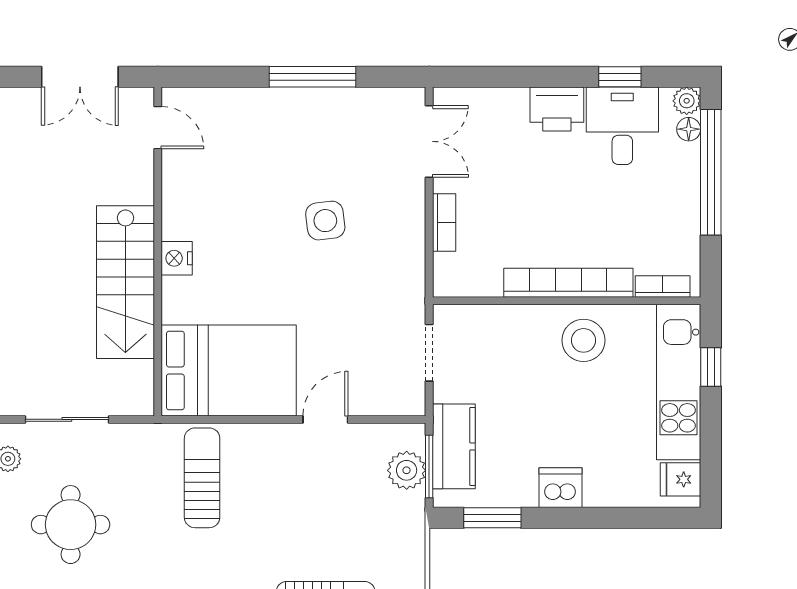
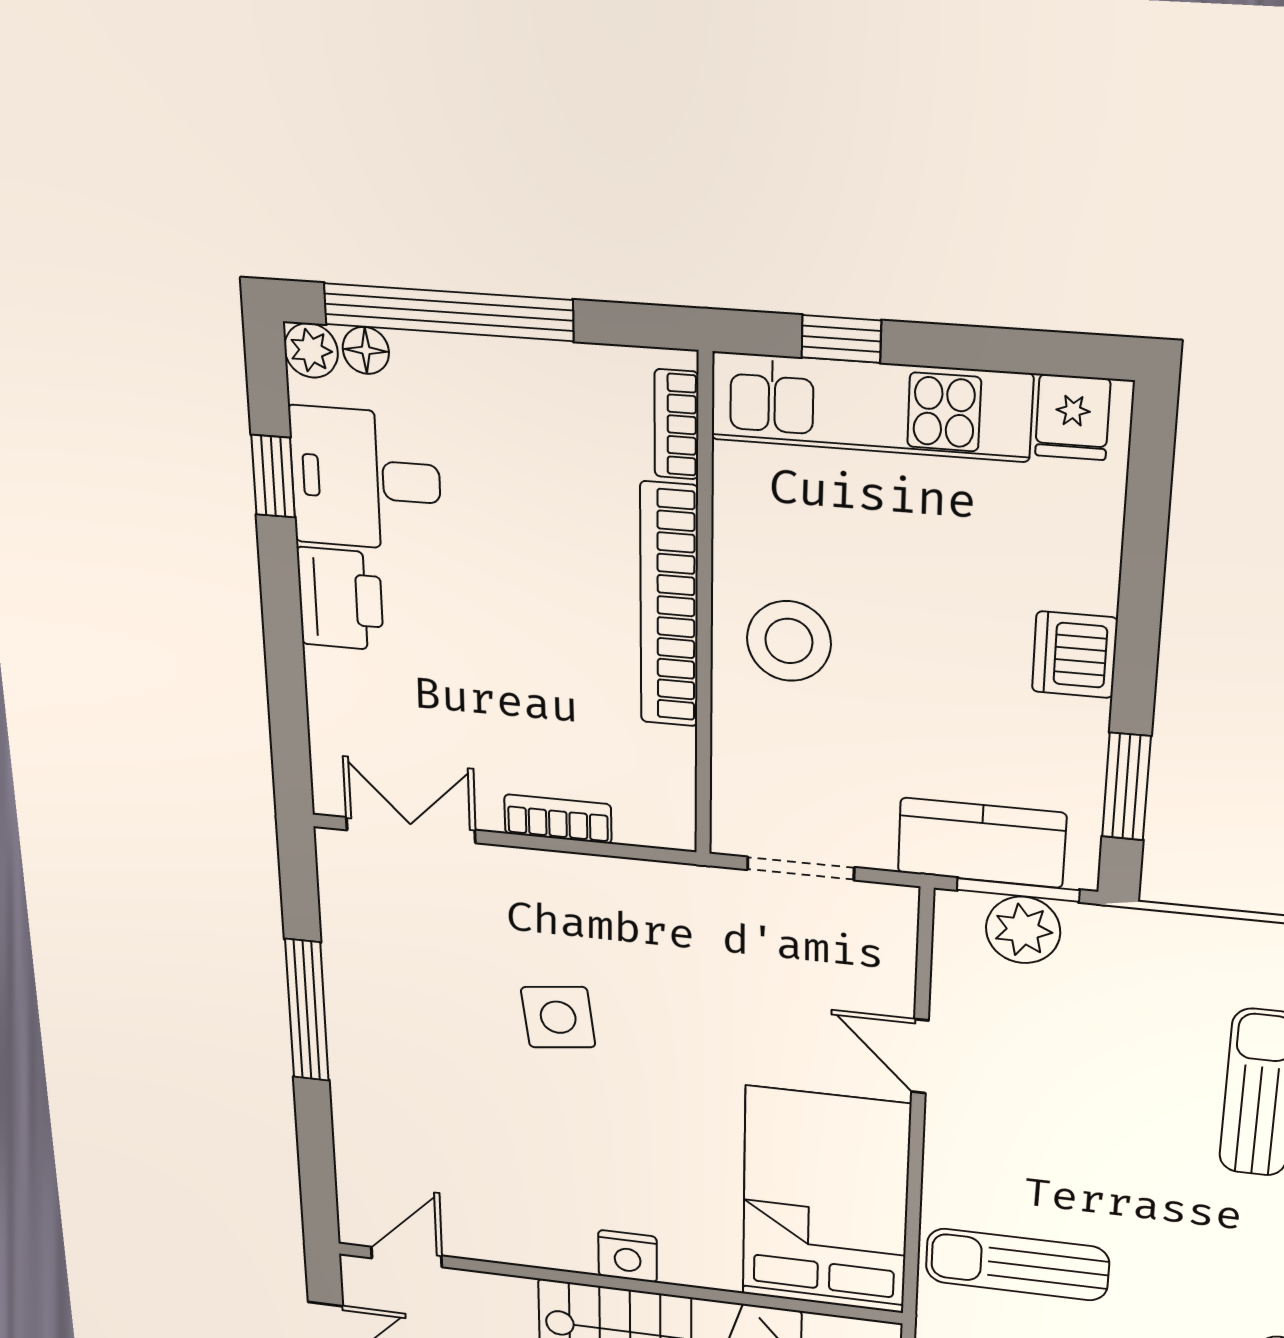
stool: (584, 340) -> (789, 641), moved

